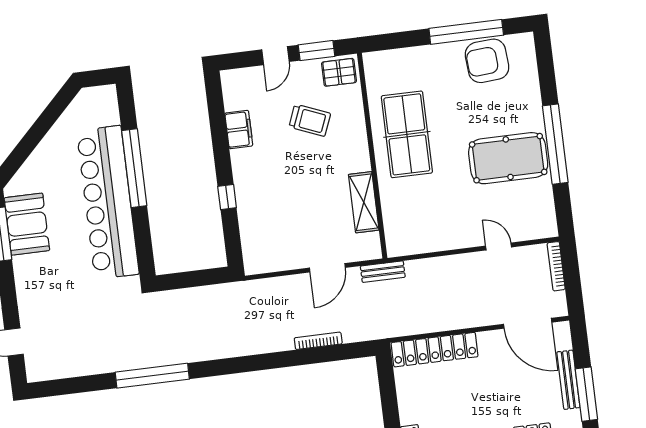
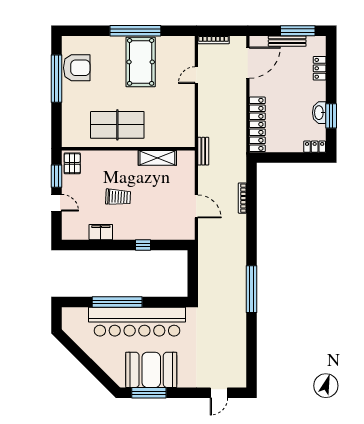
armchair: (487, 61) -> (77, 68), turned -86
trolley: (310, 120) -> (118, 197), moved, turned 71
booth: (27, 224) -> (151, 370), width x1.36, depth x1.42
door: (327, 268) -> (196, 206), moved
window: (152, 376) -> (251, 289), moved

